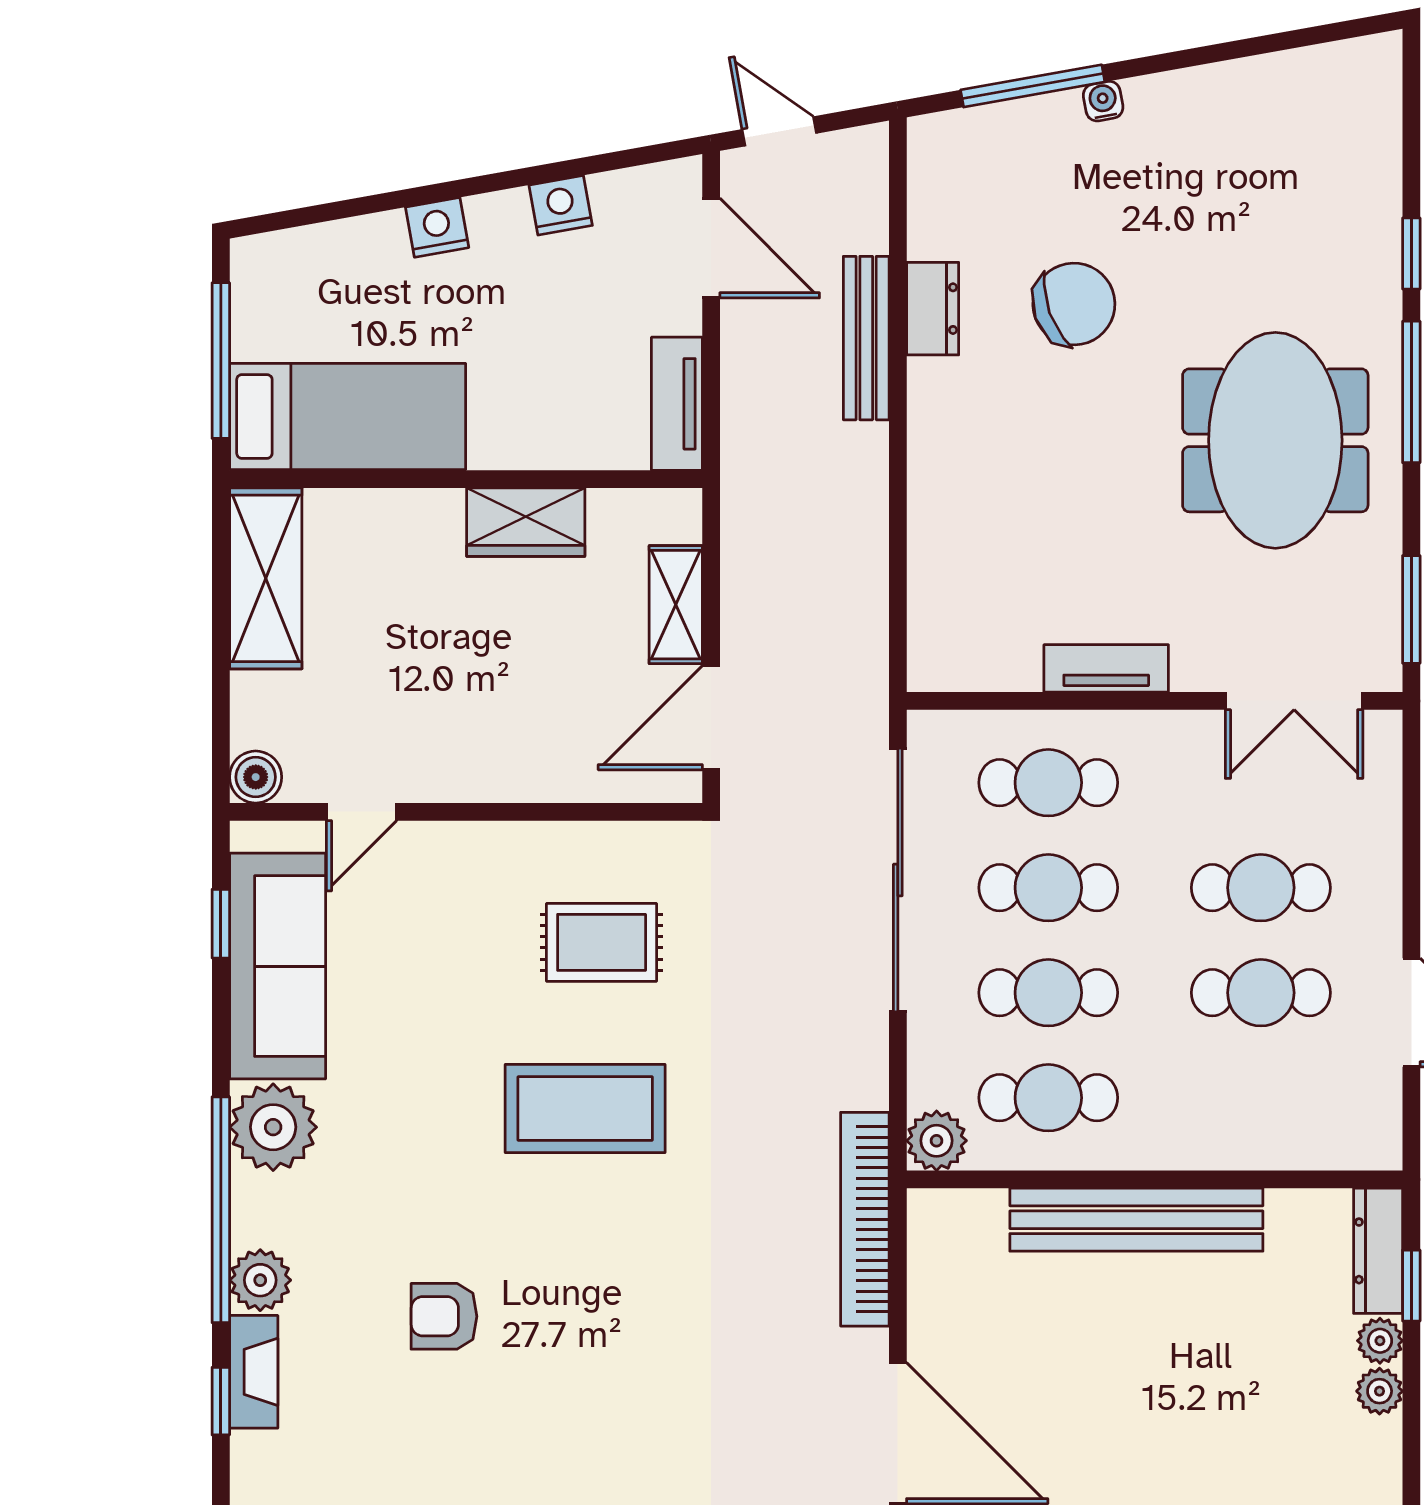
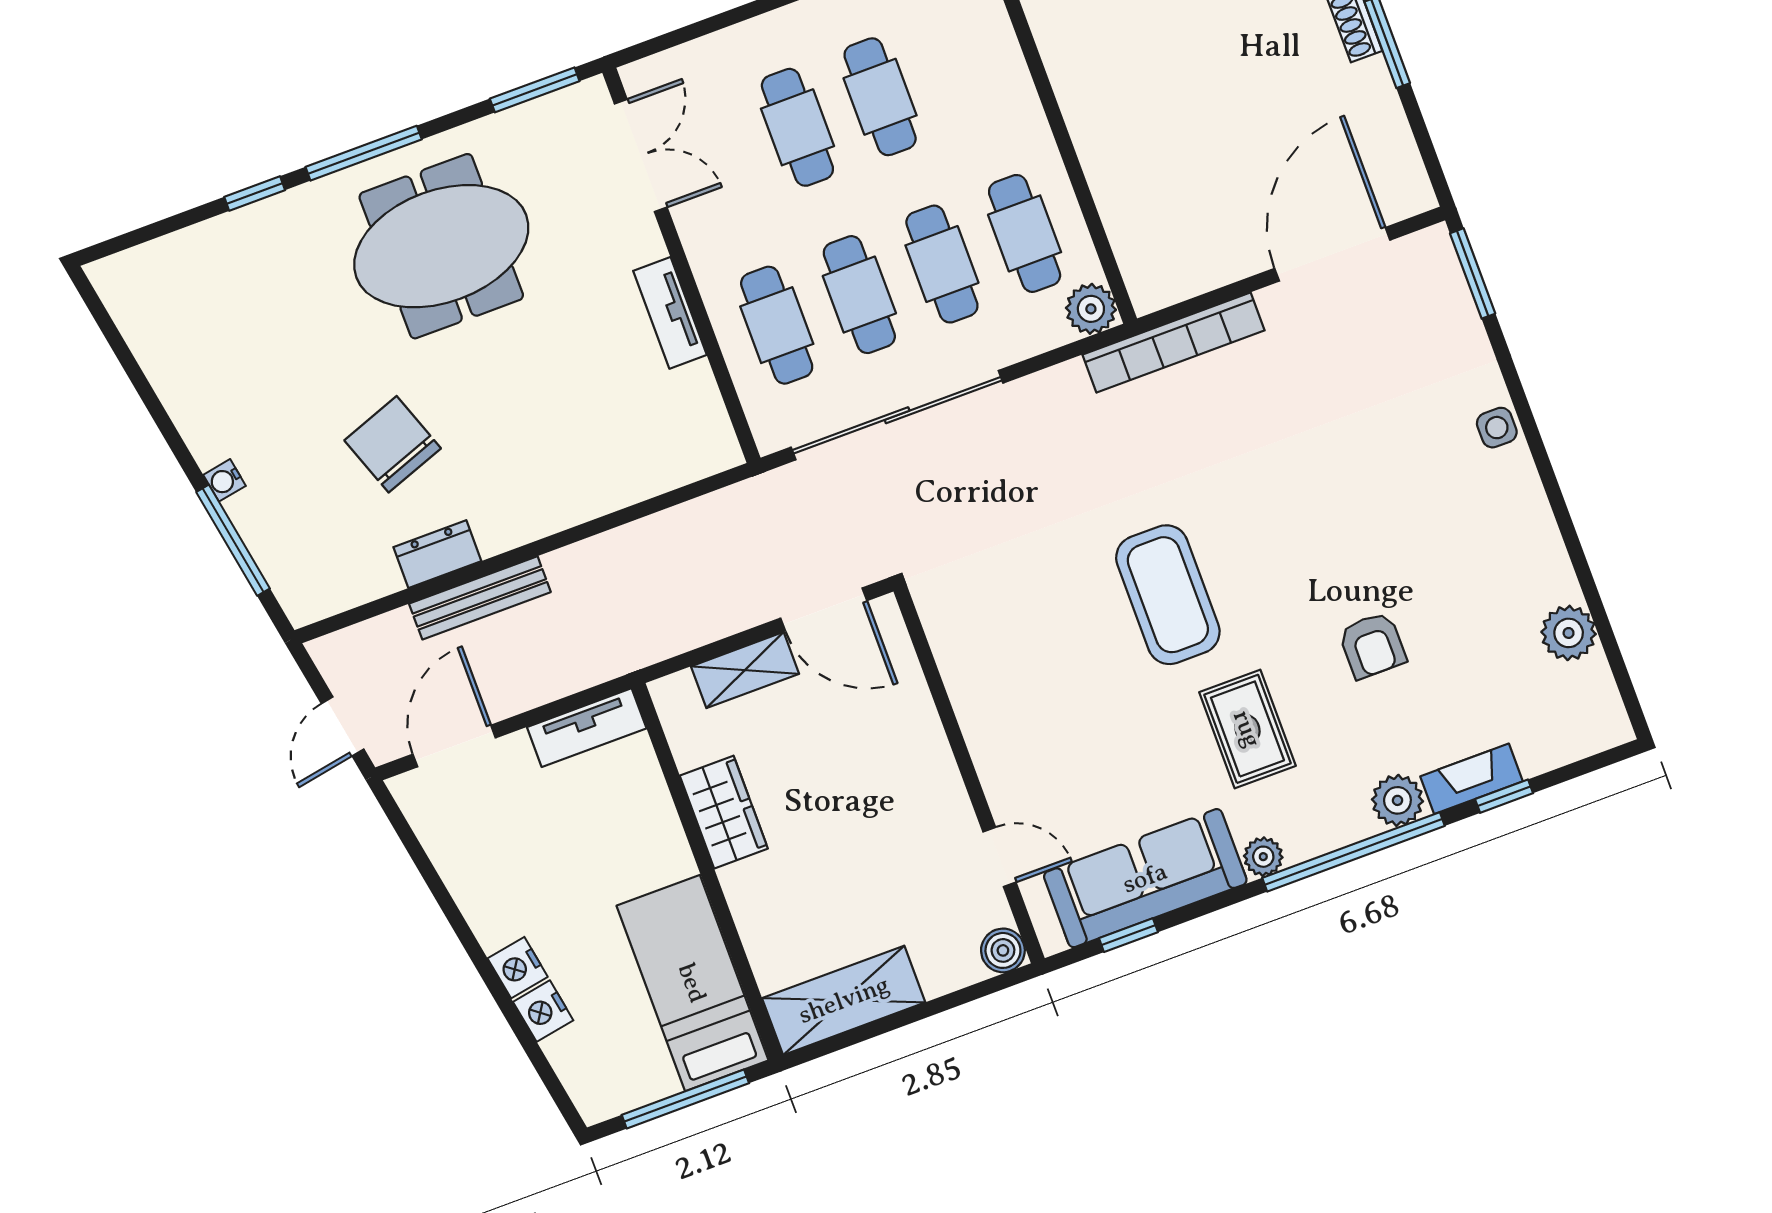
nightstand: (561, 205) -> (543, 1011), moved
rug: (602, 942) -> (1247, 729), moved
plant: (273, 1127) -> (1263, 857), width x0.53, depth x0.53
bench: (1136, 1220) -> (1095, 129), removed

